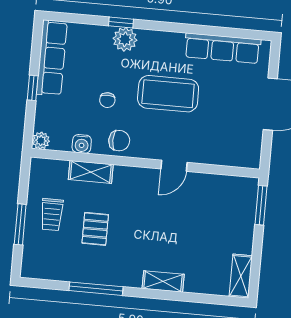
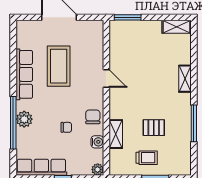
window: (121, 22) -> (13, 123), width x3.17
row of seats: (223, 48) -> (24, 74), moved
coffee table: (168, 94) -> (59, 66), moved

